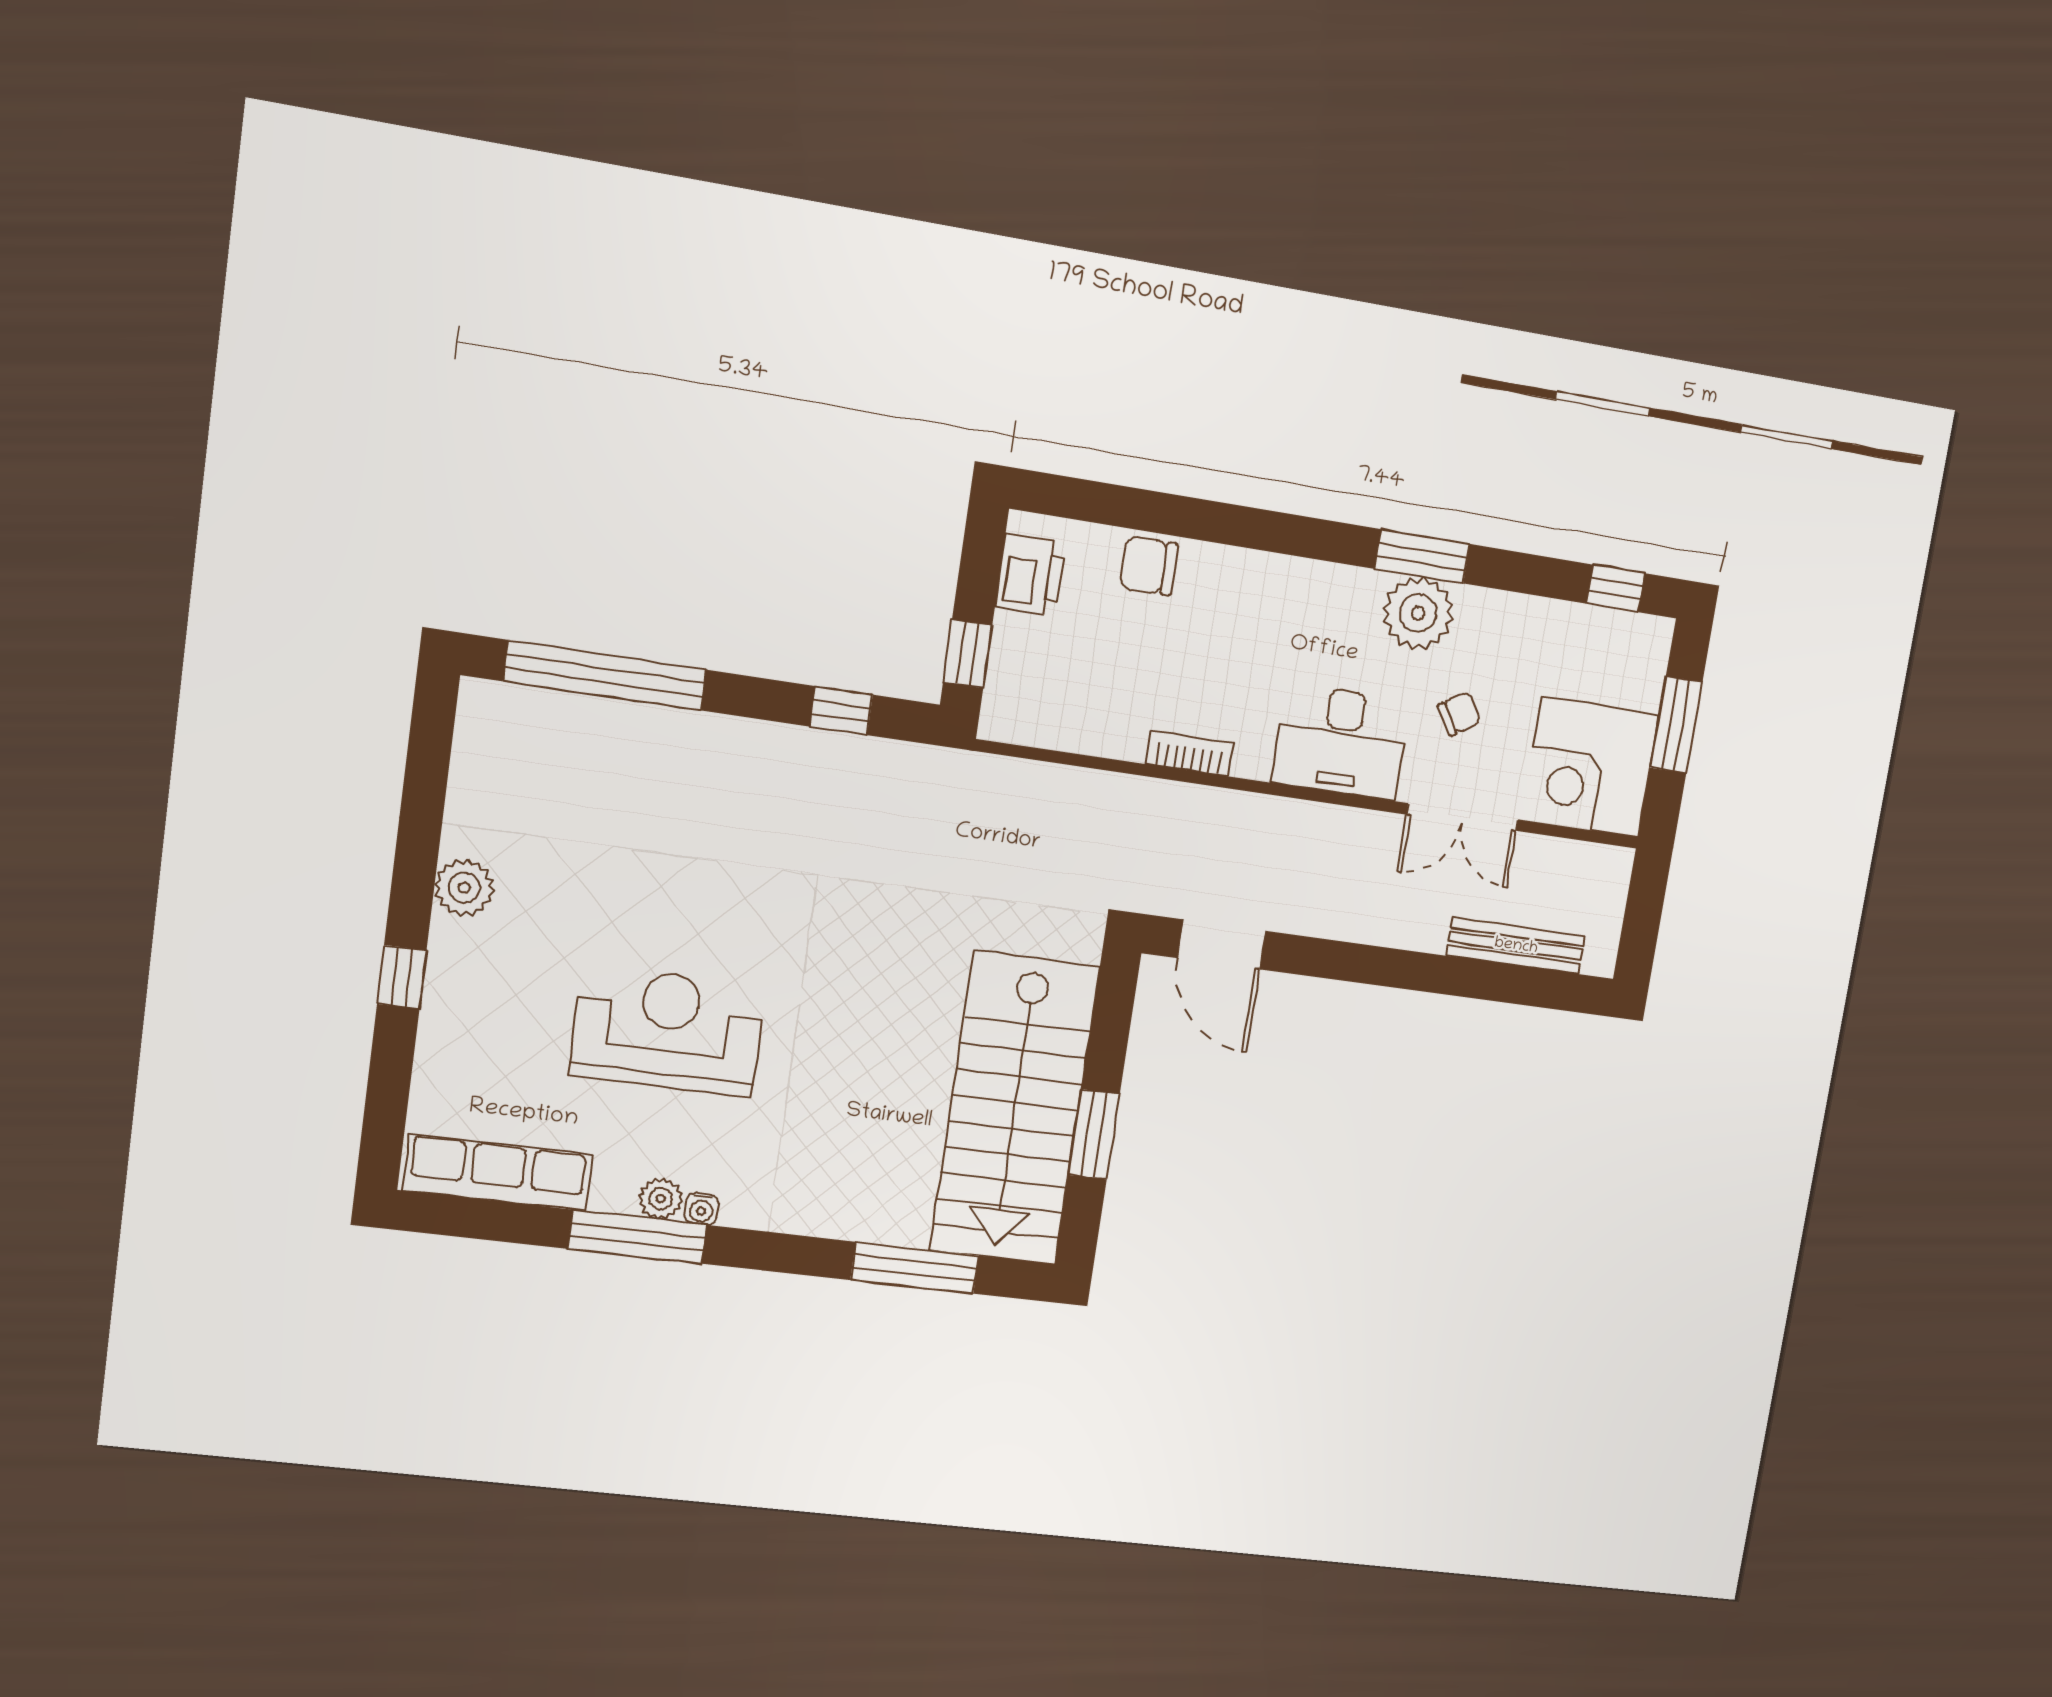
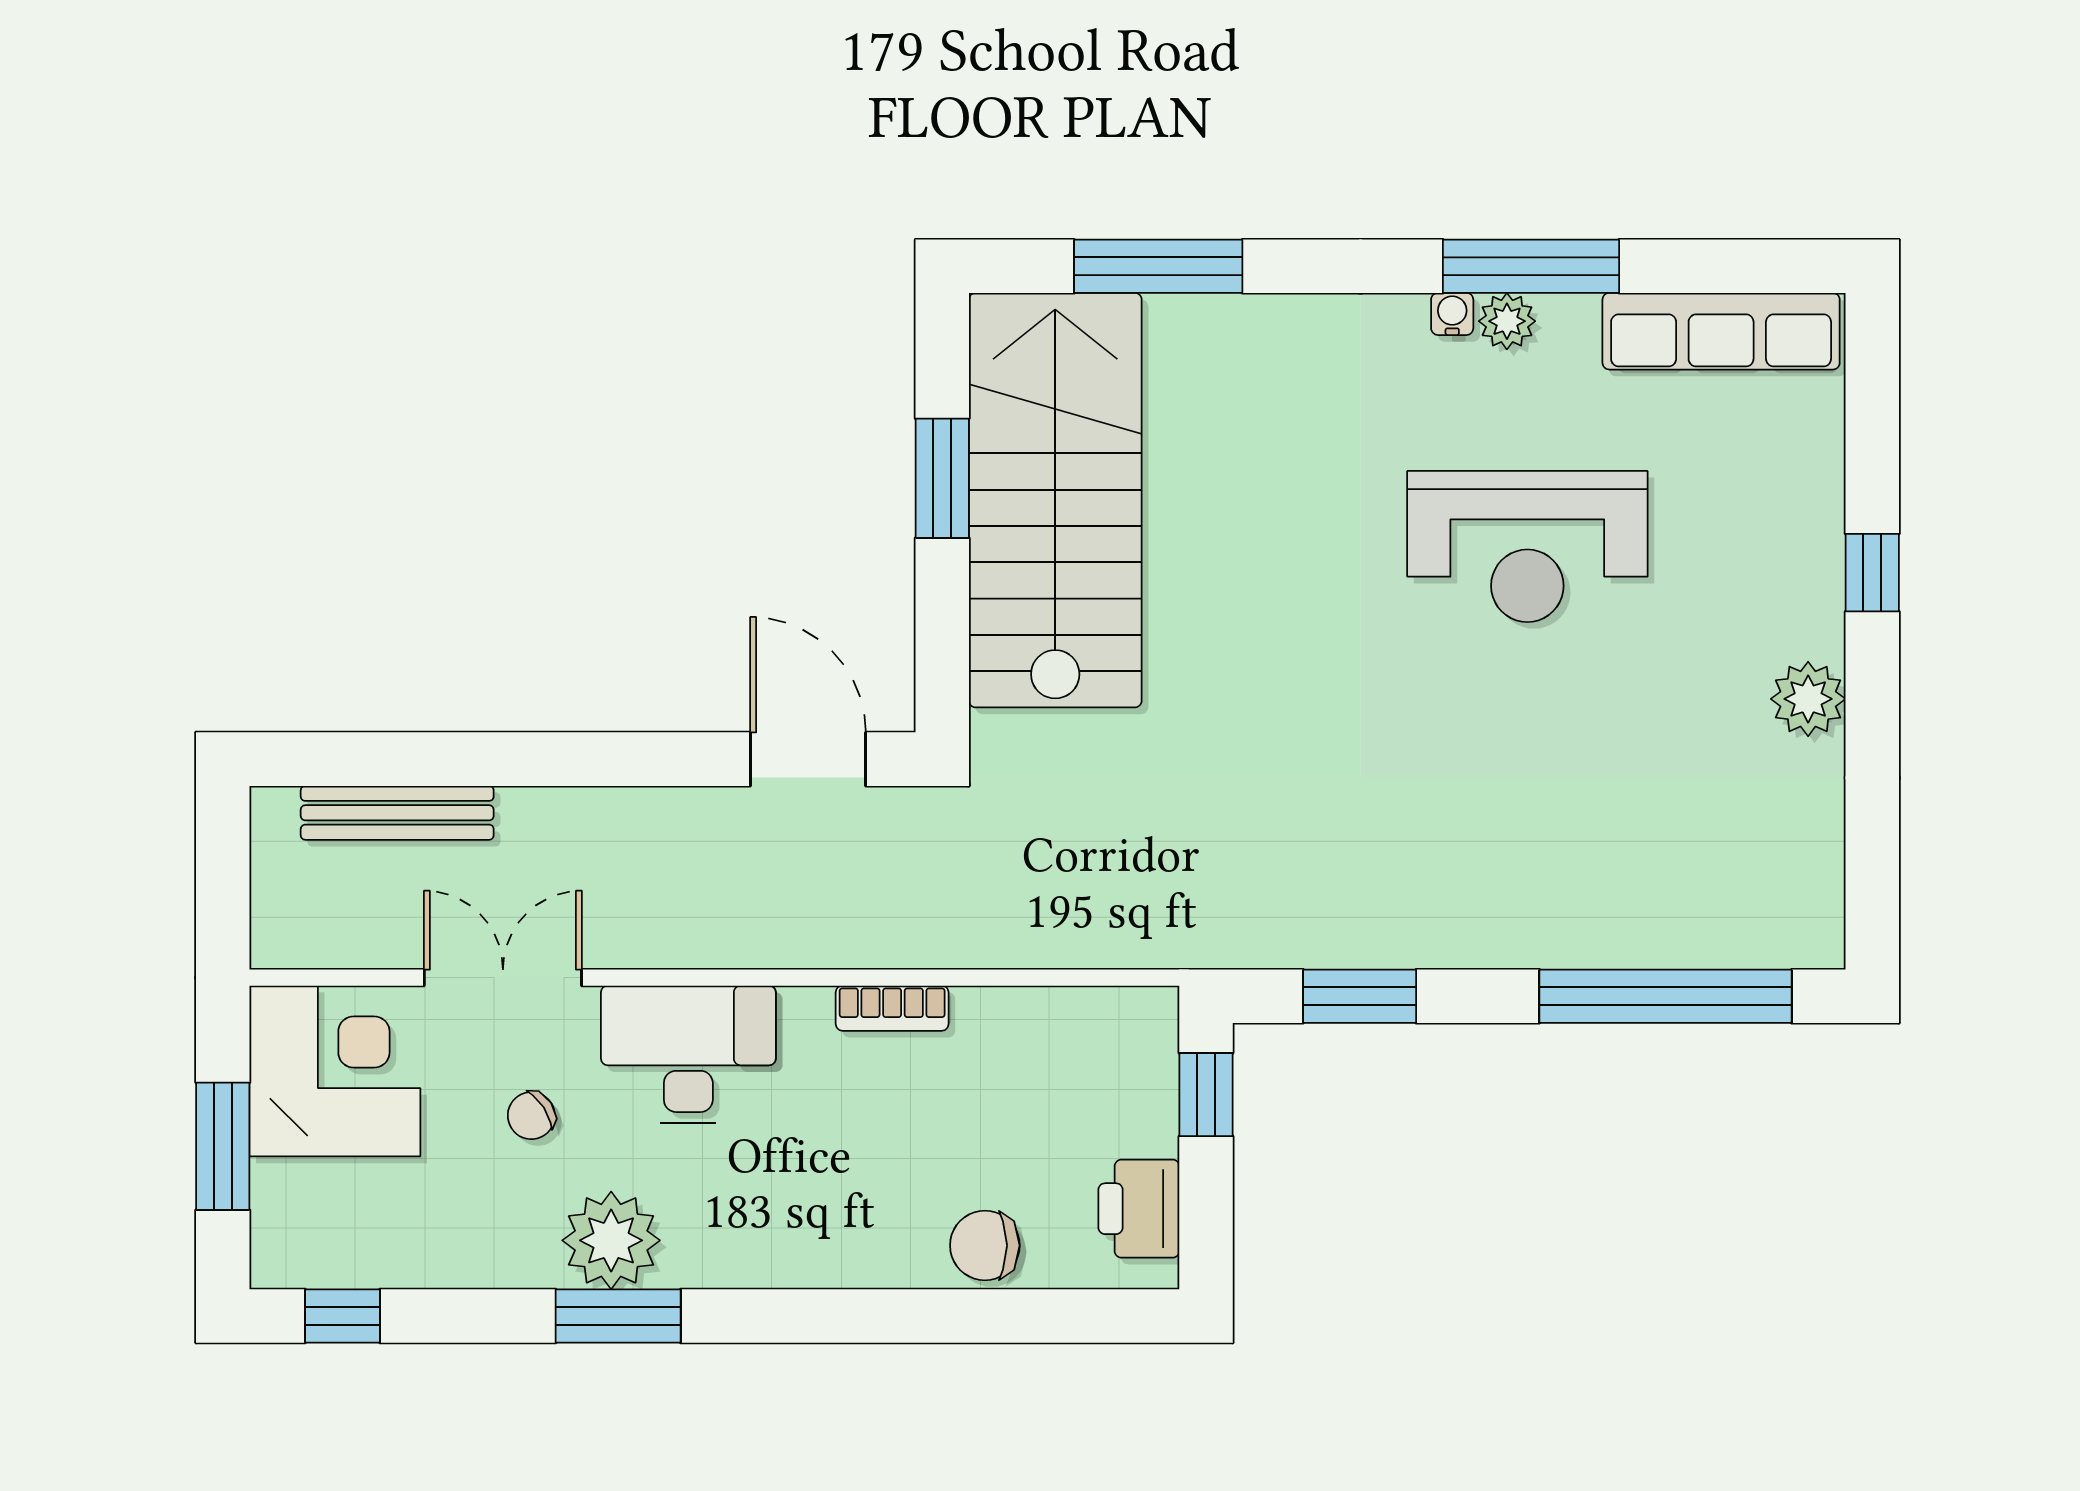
chair: (1149, 566) -> (985, 1245), turned 180
window: (841, 711) -> (1360, 996), width x1.50

